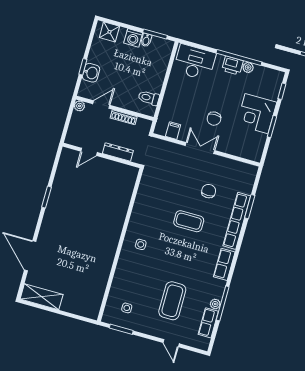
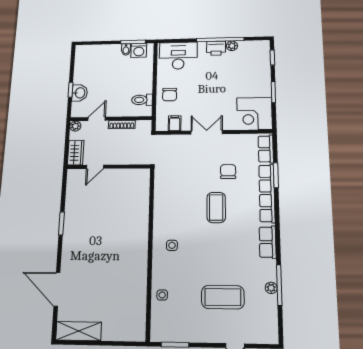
shower: (109, 32) -> (89, 52), removed
washing machine: (133, 38) -> (139, 50), moved
corner desk: (257, 114) -> (254, 114), moved
chair: (214, 119) -> (170, 95), moved
wardrobe: (74, 133) -> (76, 153), added
dresser: (118, 152) -> (124, 159), removed
coffee table: (189, 221) -> (216, 207), turned 90
coffee table: (172, 301) -> (223, 297), turned 90
side table: (127, 308) -> (162, 295), moved
row of seats: (208, 323) -> (266, 149), moved

